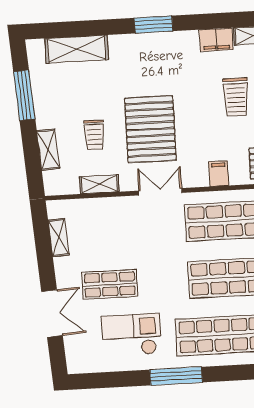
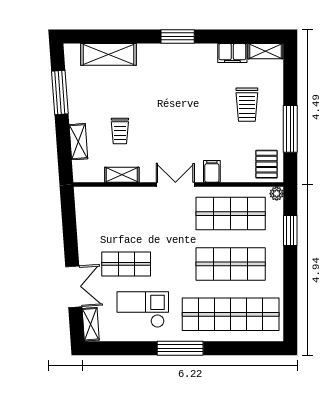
pallet: (150, 129) -> (170, 129), removed
filing cabinet: (219, 174) -> (212, 171), moved
shelving: (59, 238) -> (91, 324), moved

